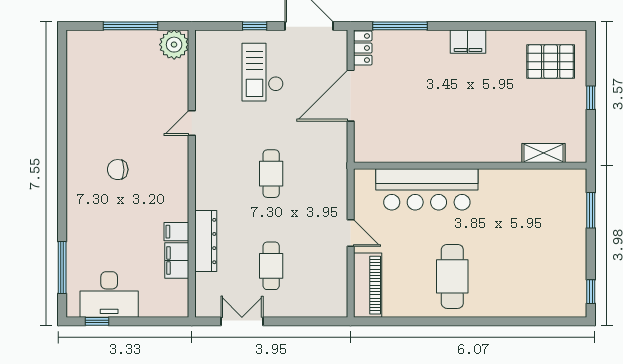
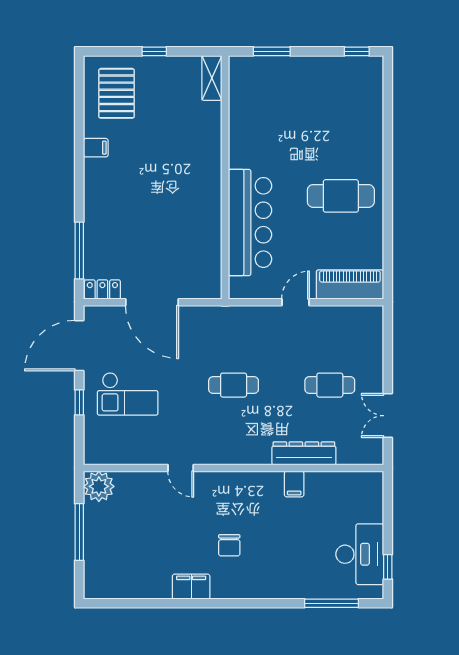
filing cabinet: (468, 42) -> (96, 148), moved, width x0.50
shelving: (544, 153) -> (212, 78), moved
filing cabinet: (177, 260) -> (191, 587), moved, turned 180

